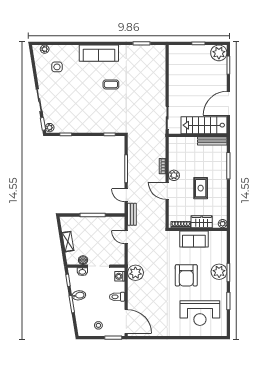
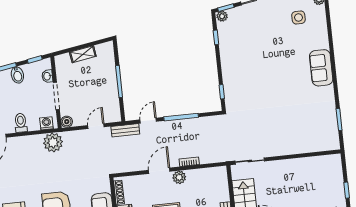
sofa: (99, 53) -> (321, 68), width x0.73
coffee table: (111, 84) -> (284, 87), removed
boiler: (83, 260) -> (67, 122), moved

